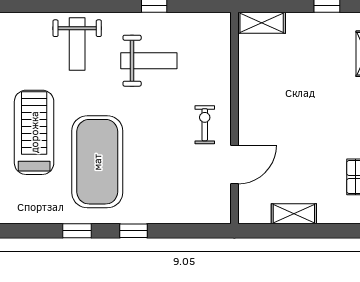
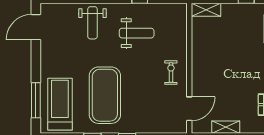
treadmill: (34, 132) -> (60, 104), moved
door: (234, 165) -> (189, 109), moved

